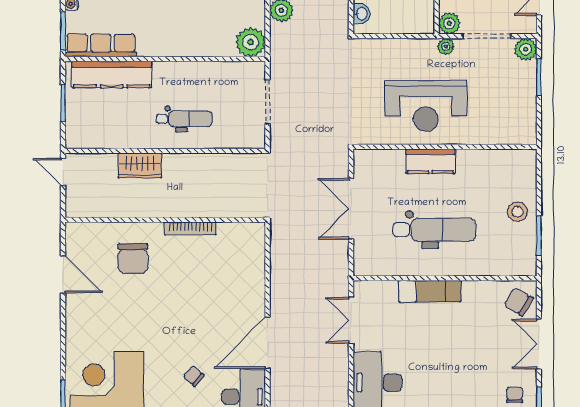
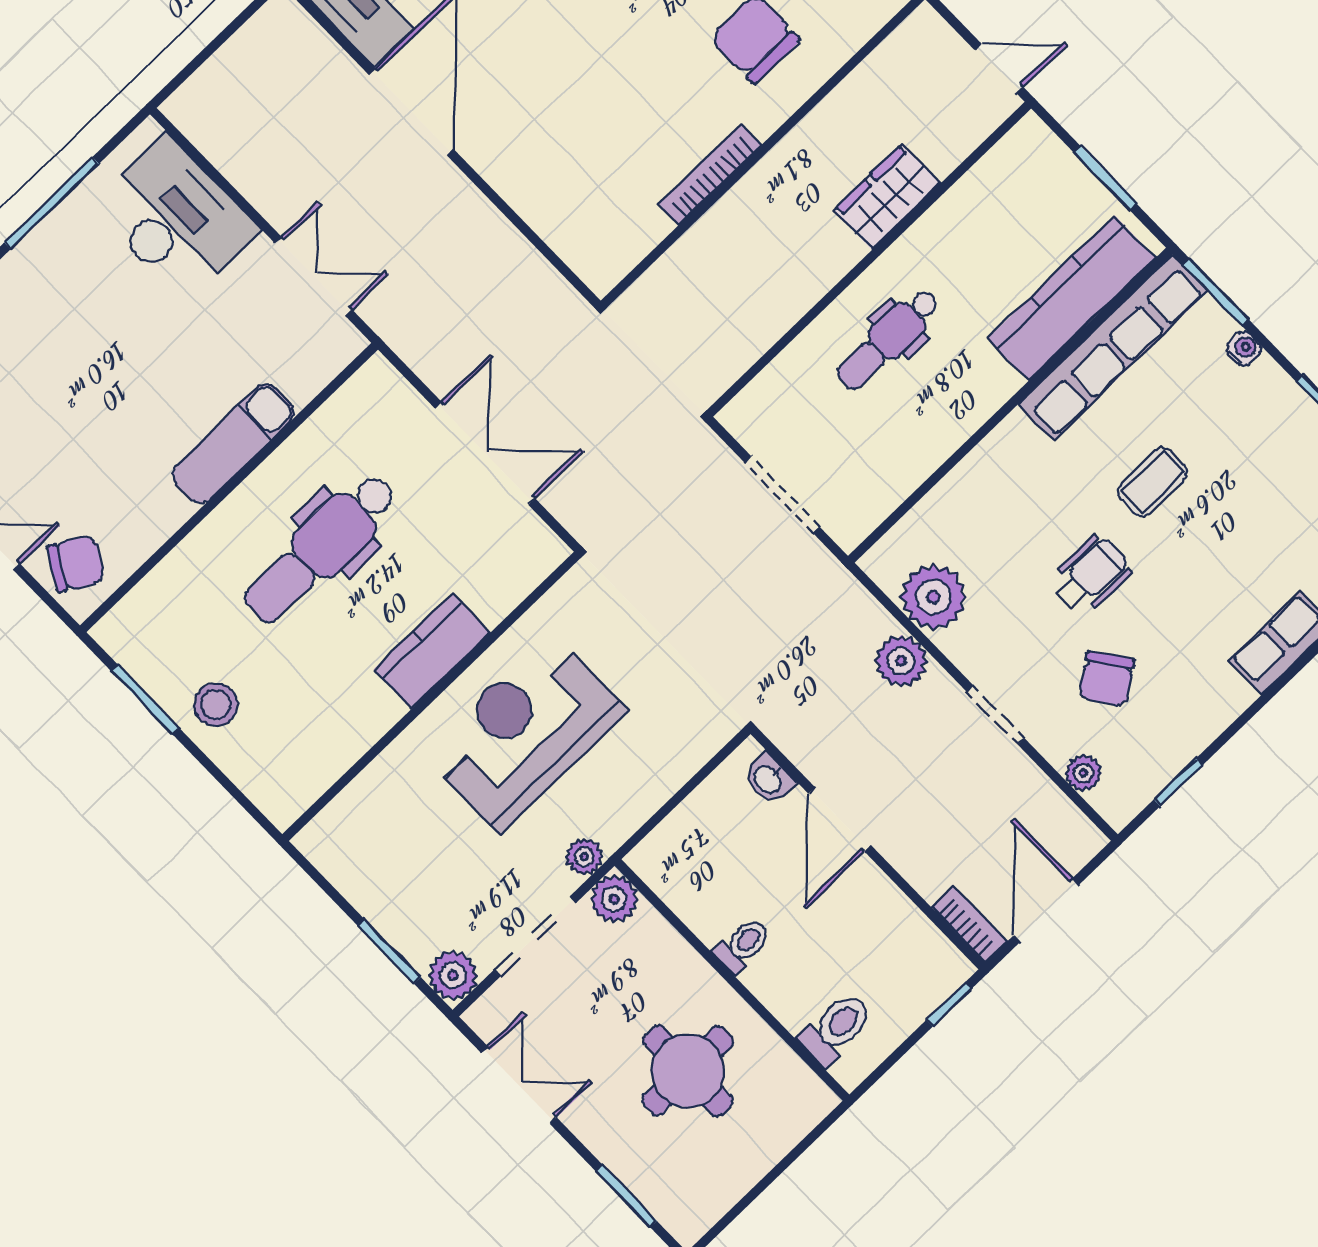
plant: (251, 42) -> (934, 597), moved
row of seats: (101, 45) -> (1113, 347), width x1.36

